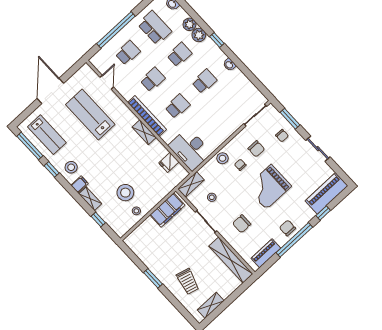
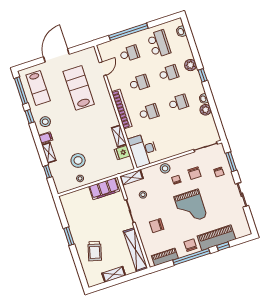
plant: (189, 24) -> (206, 110), moved
shelving: (144, 132) -> (119, 136), moved
grand piano: (269, 187) -> (190, 207), turned -90
piano: (326, 193) -> (216, 238), moved
shelving: (211, 305) -> (114, 274), moved

